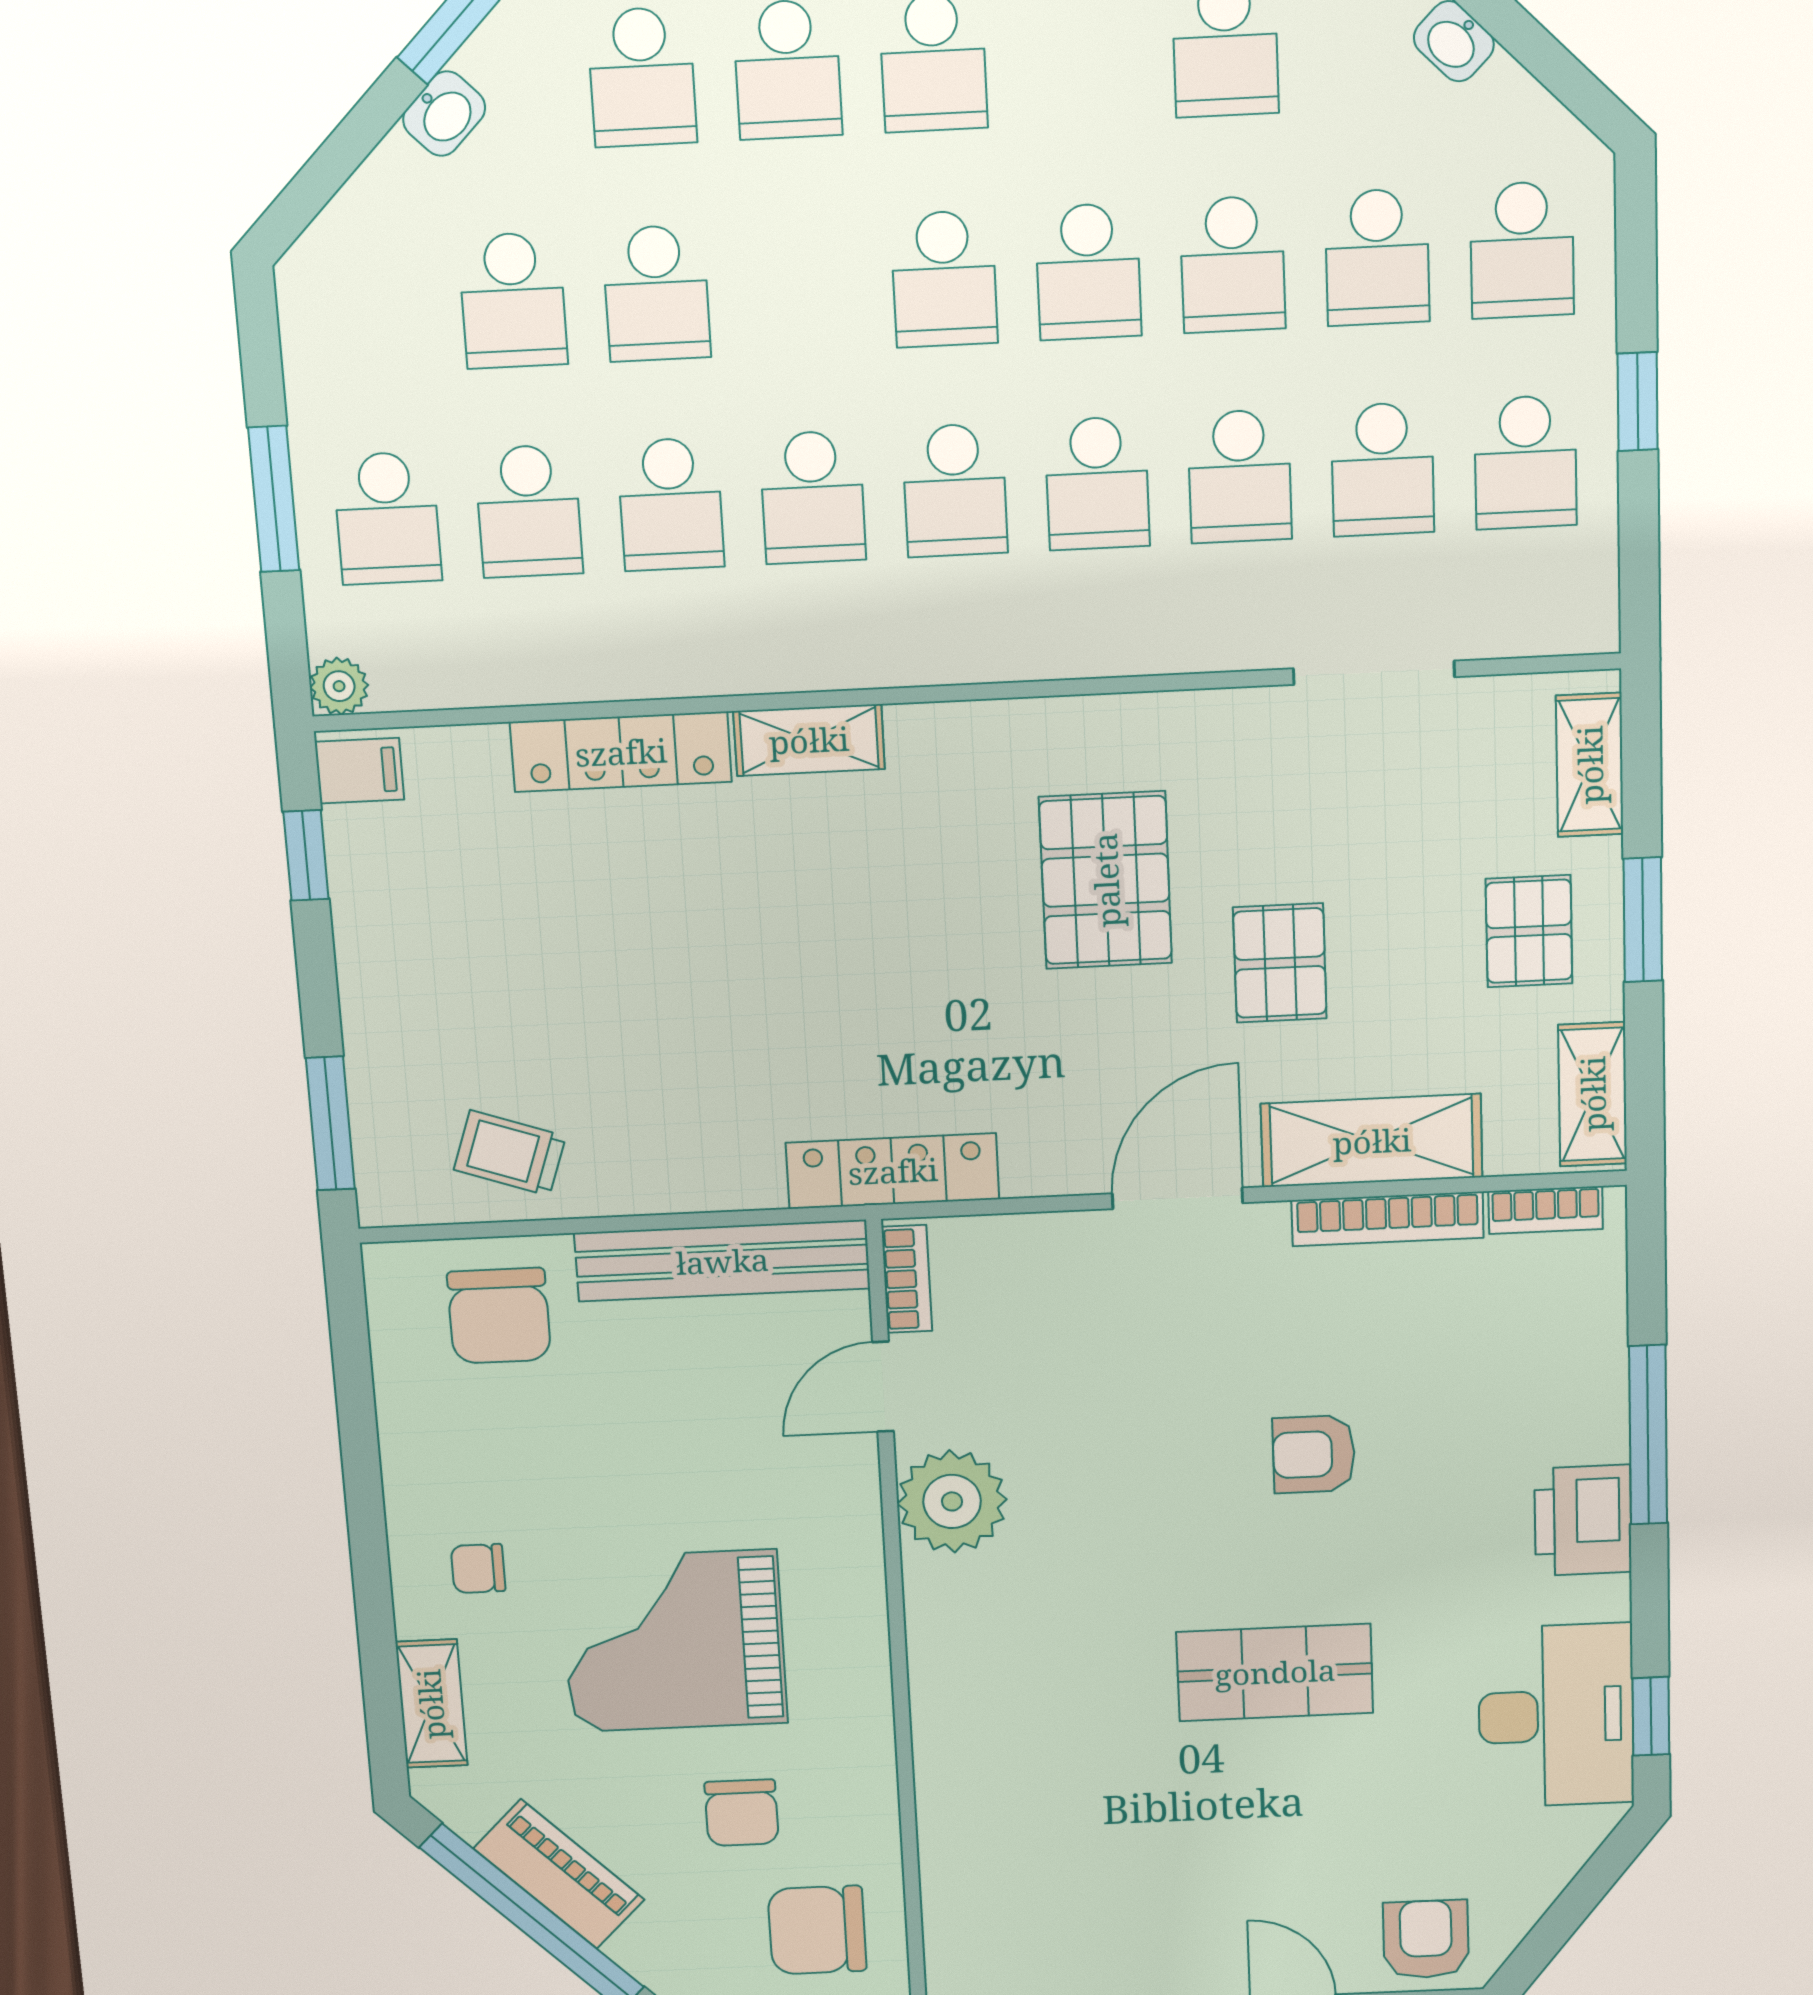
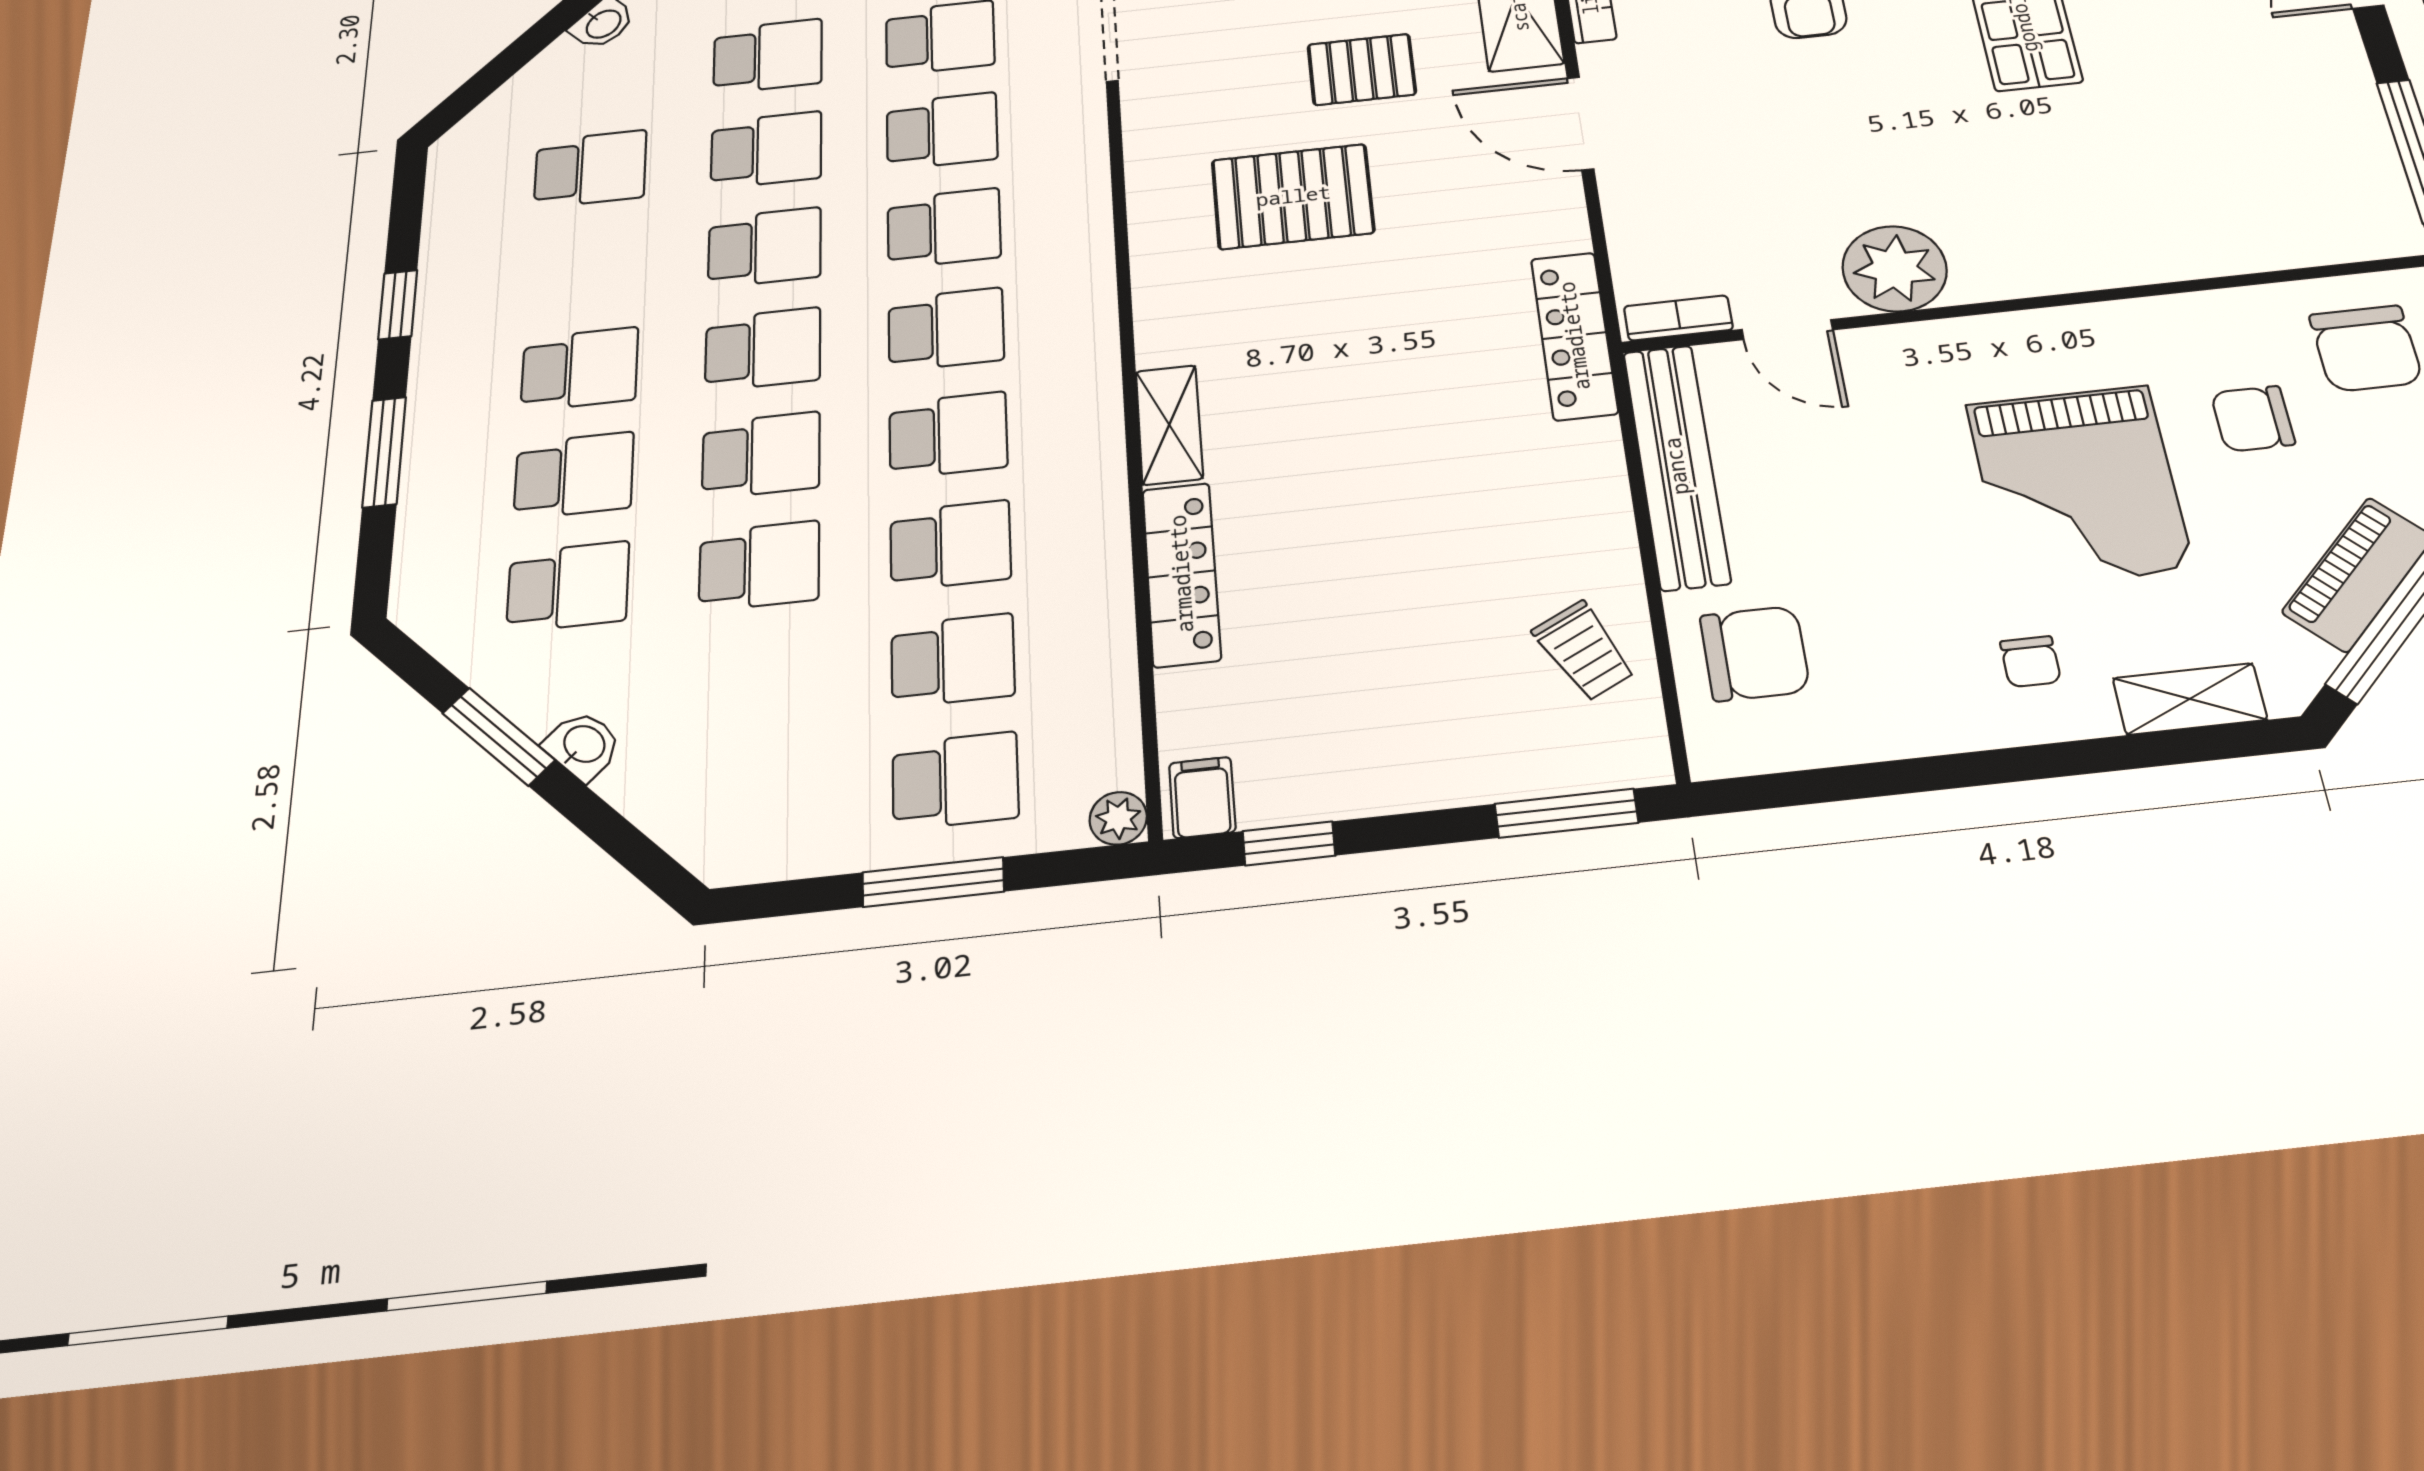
school desk: (513, 300) -> (761, 455), moved
trolley: (510, 1153) -> (1584, 651), turned -46
chair: (742, 1813) -> (2253, 419), turned 180

